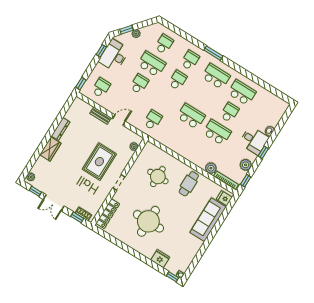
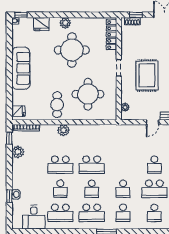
school desk: (153, 120) -> (92, 189), moved
desk: (254, 140) -> (34, 217), moved, turned -90
window: (263, 152) -> (9, 196), moved
plant: (211, 168) -> (63, 130), moved
round table: (158, 177) -> (88, 94), width x1.36, depth x1.36
sofa: (208, 220) -> (21, 68), moved
plant: (140, 247) -> (65, 23), added

